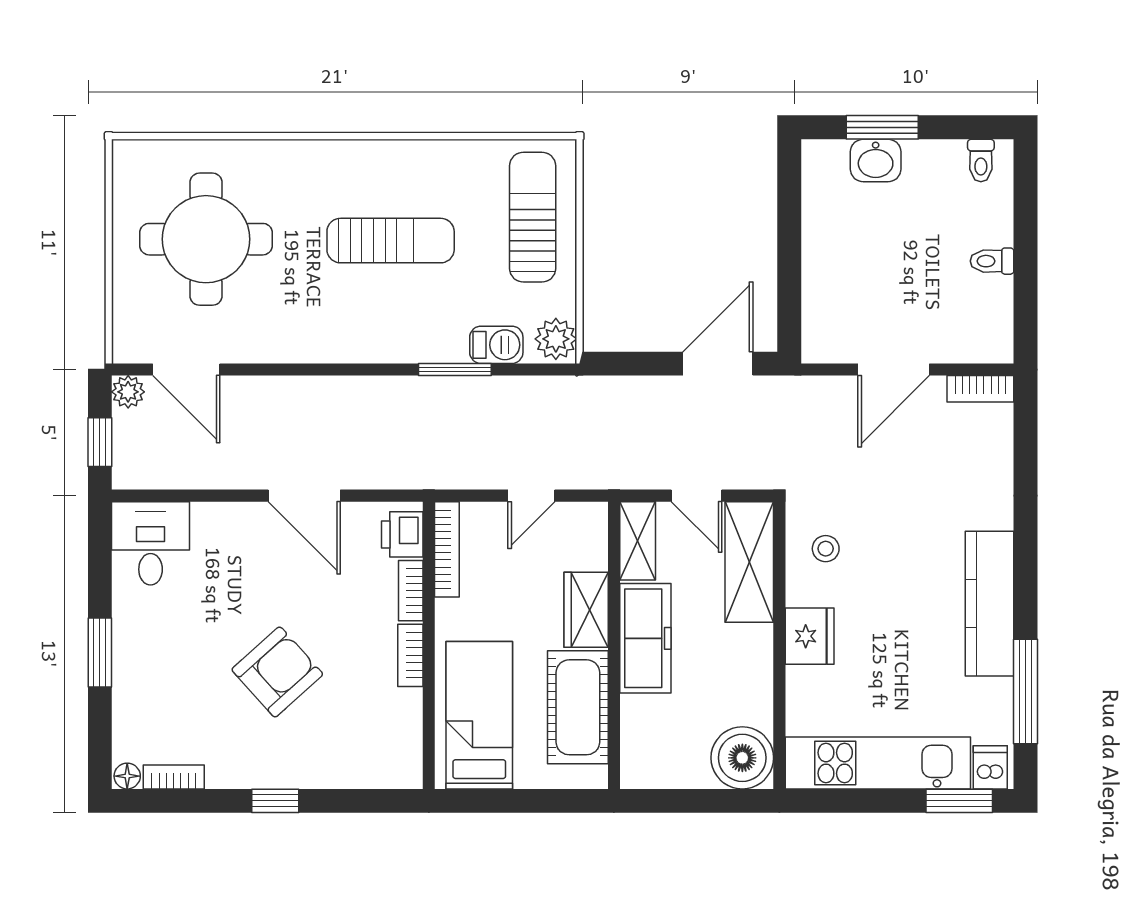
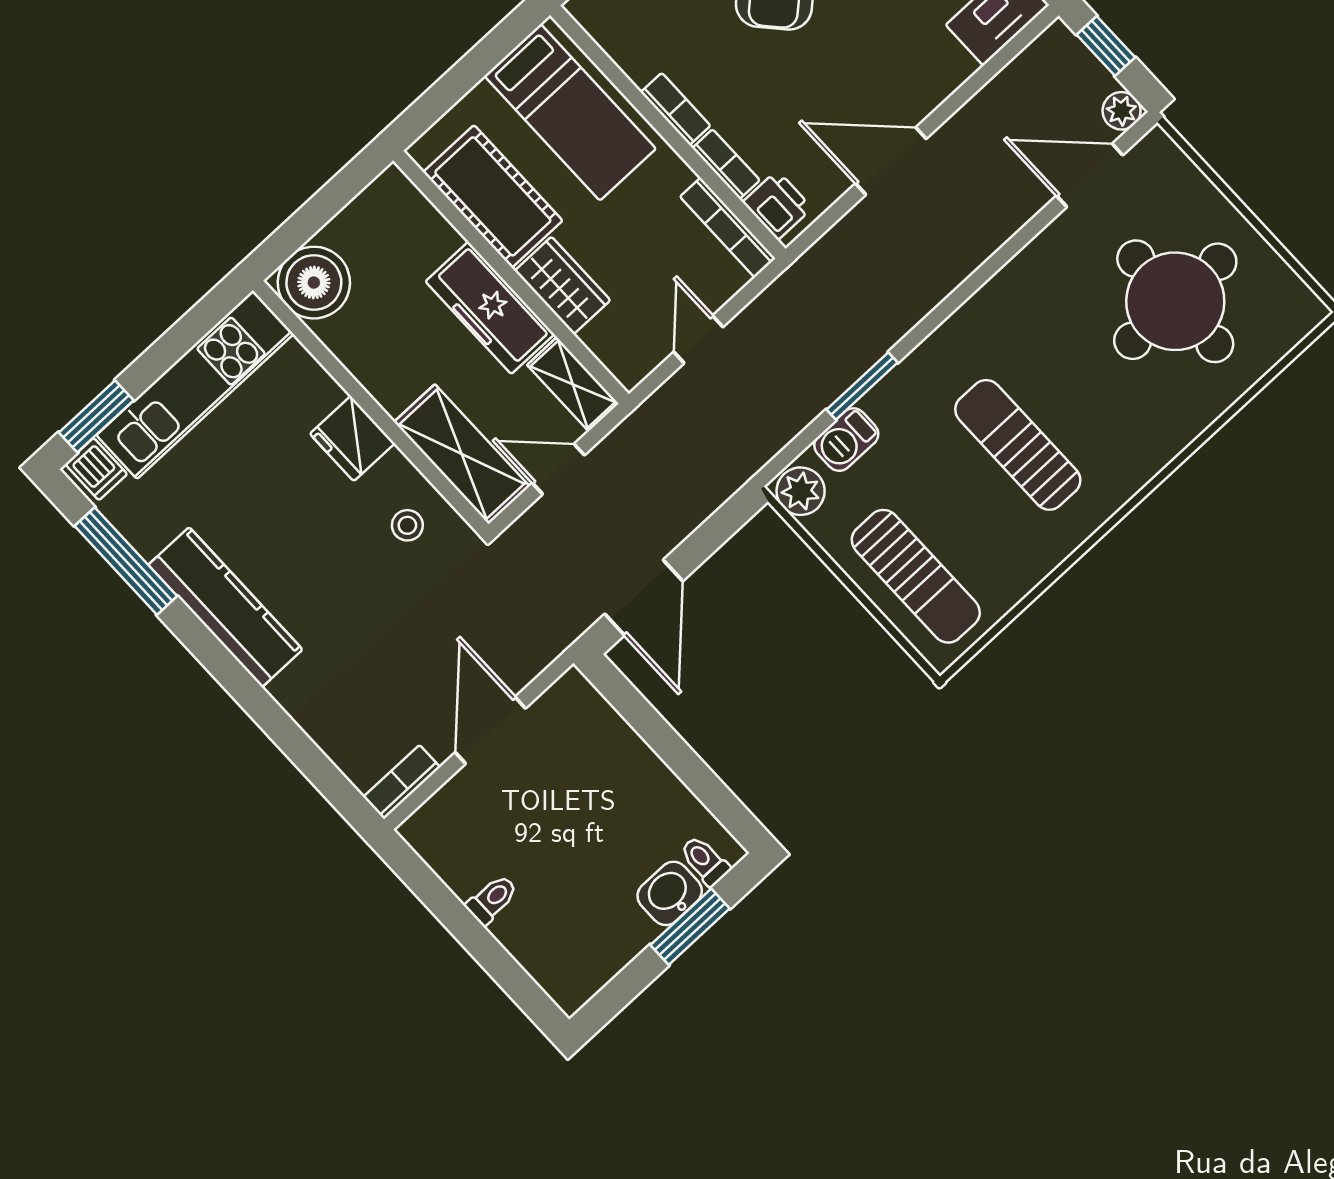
toilet: (981, 161) -> (705, 861), moved
sun lounger: (391, 241) -> (1018, 445), turned 90

